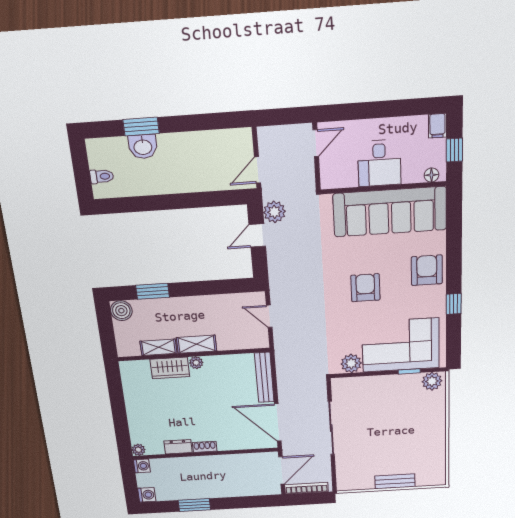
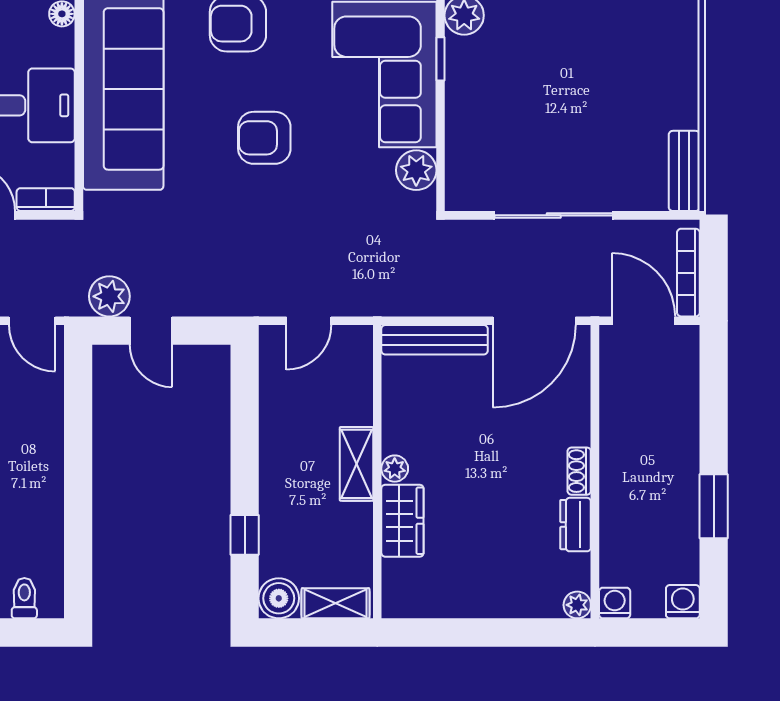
bookcase: (326, 173) -> (46, 200), added
window: (152, 291) -> (245, 535), width x0.67
shelving: (158, 347) -> (335, 603), moved, turned 90
bench: (395, 481) -> (684, 171), moved

